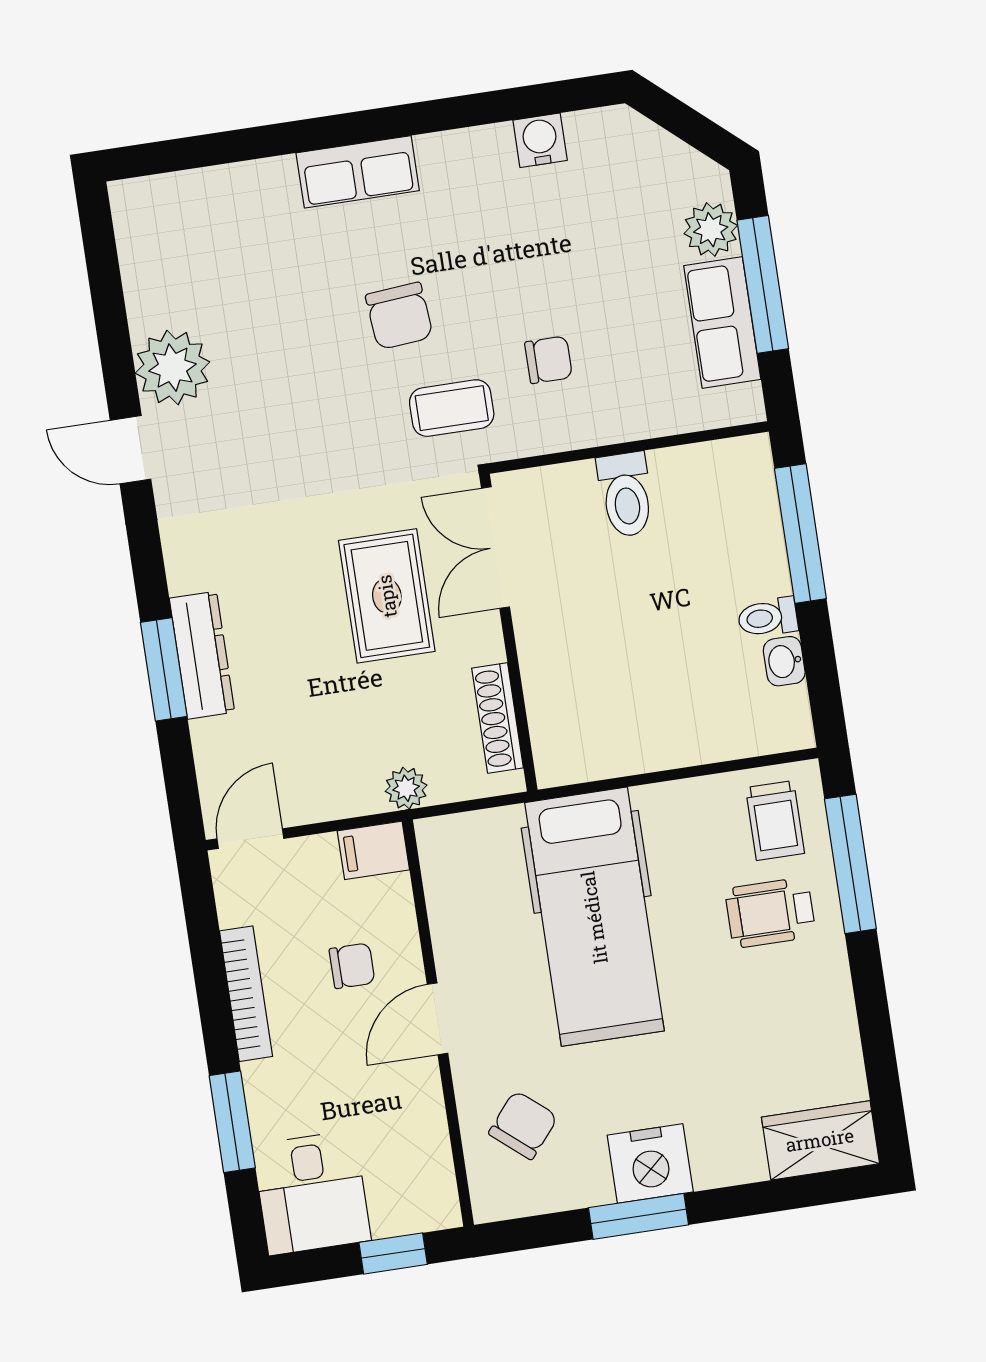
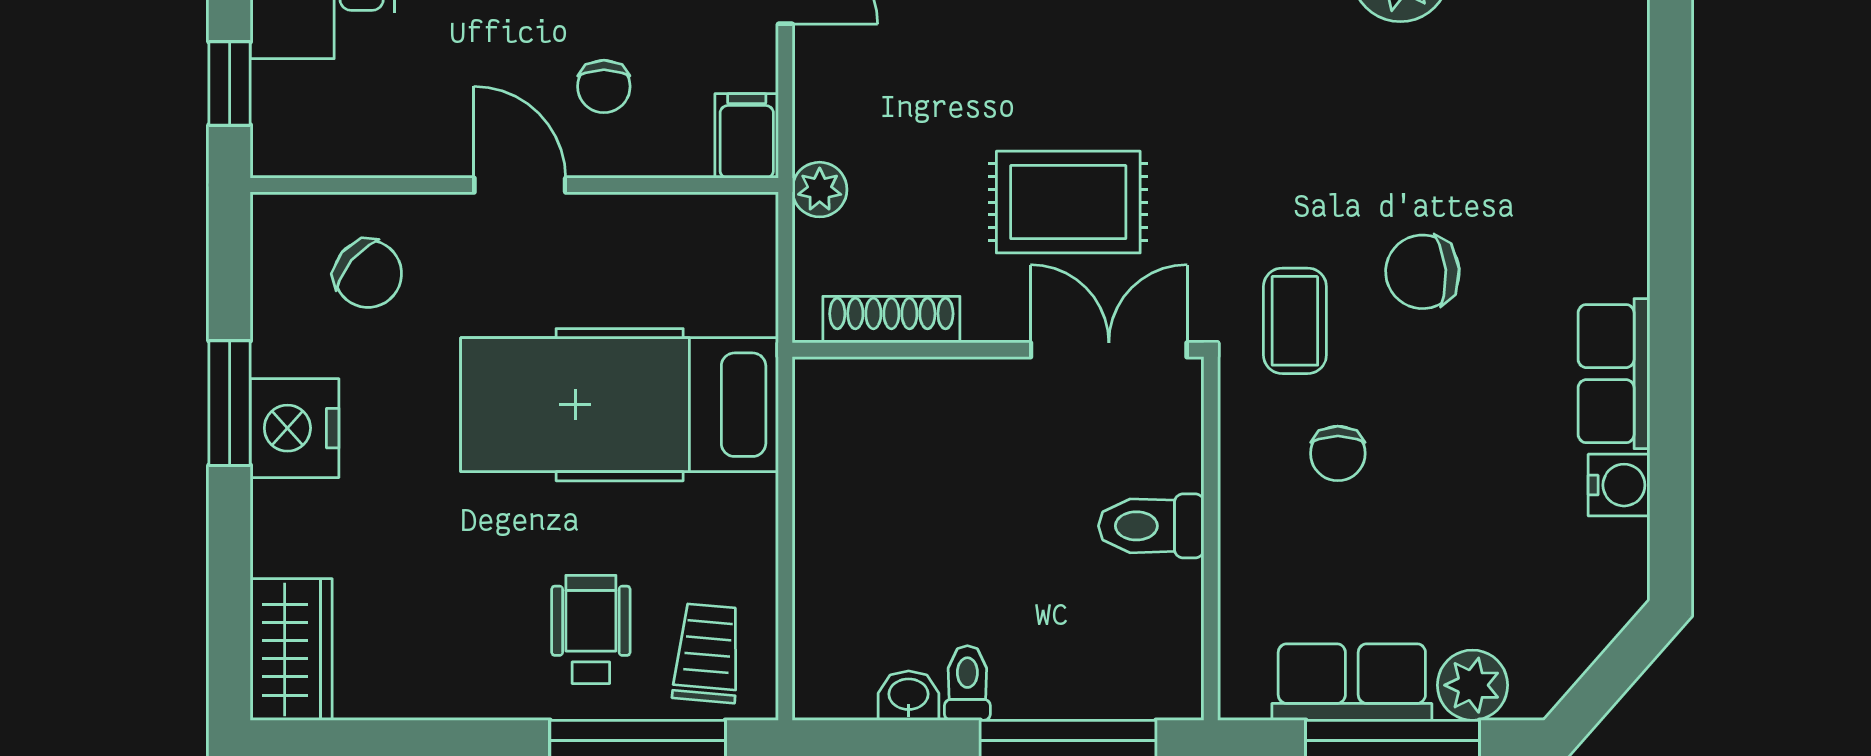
row of seats: (358, 172) -> (1614, 374), moved
trolley: (775, 820) -> (707, 653), turned 95

